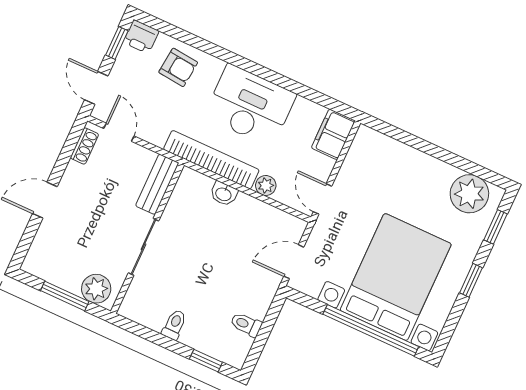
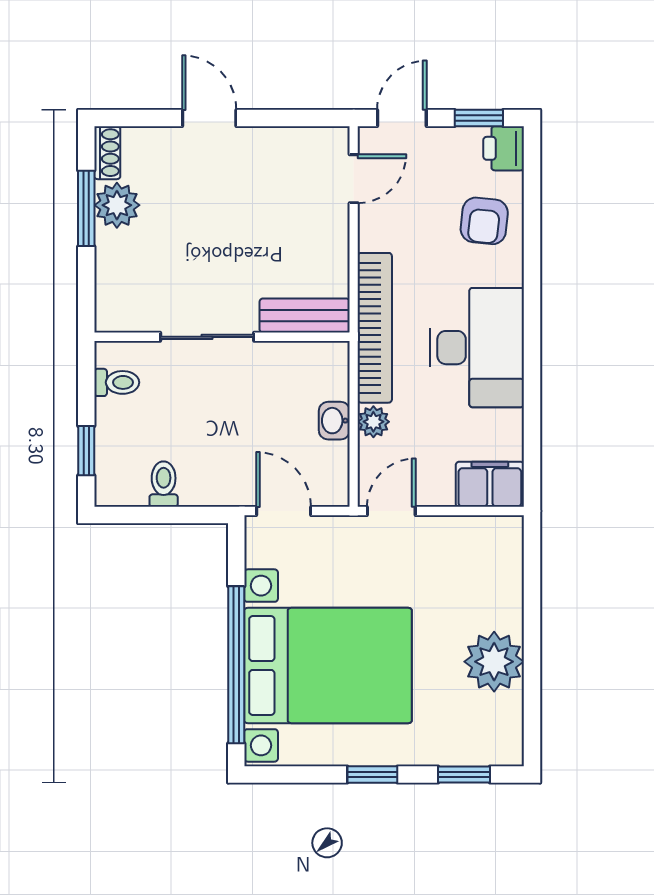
shoe rack: (84, 146) -> (107, 153), moved, turned -90
bench: (157, 184) -> (305, 316), moved
washbasin: (224, 194) -> (334, 421), moved
plant: (469, 194) -> (494, 662), moved
wall: (147, 238) -> (222, 337), moved
sliding door: (143, 247) -> (207, 337), moved
plant: (96, 289) -> (117, 205), moved

